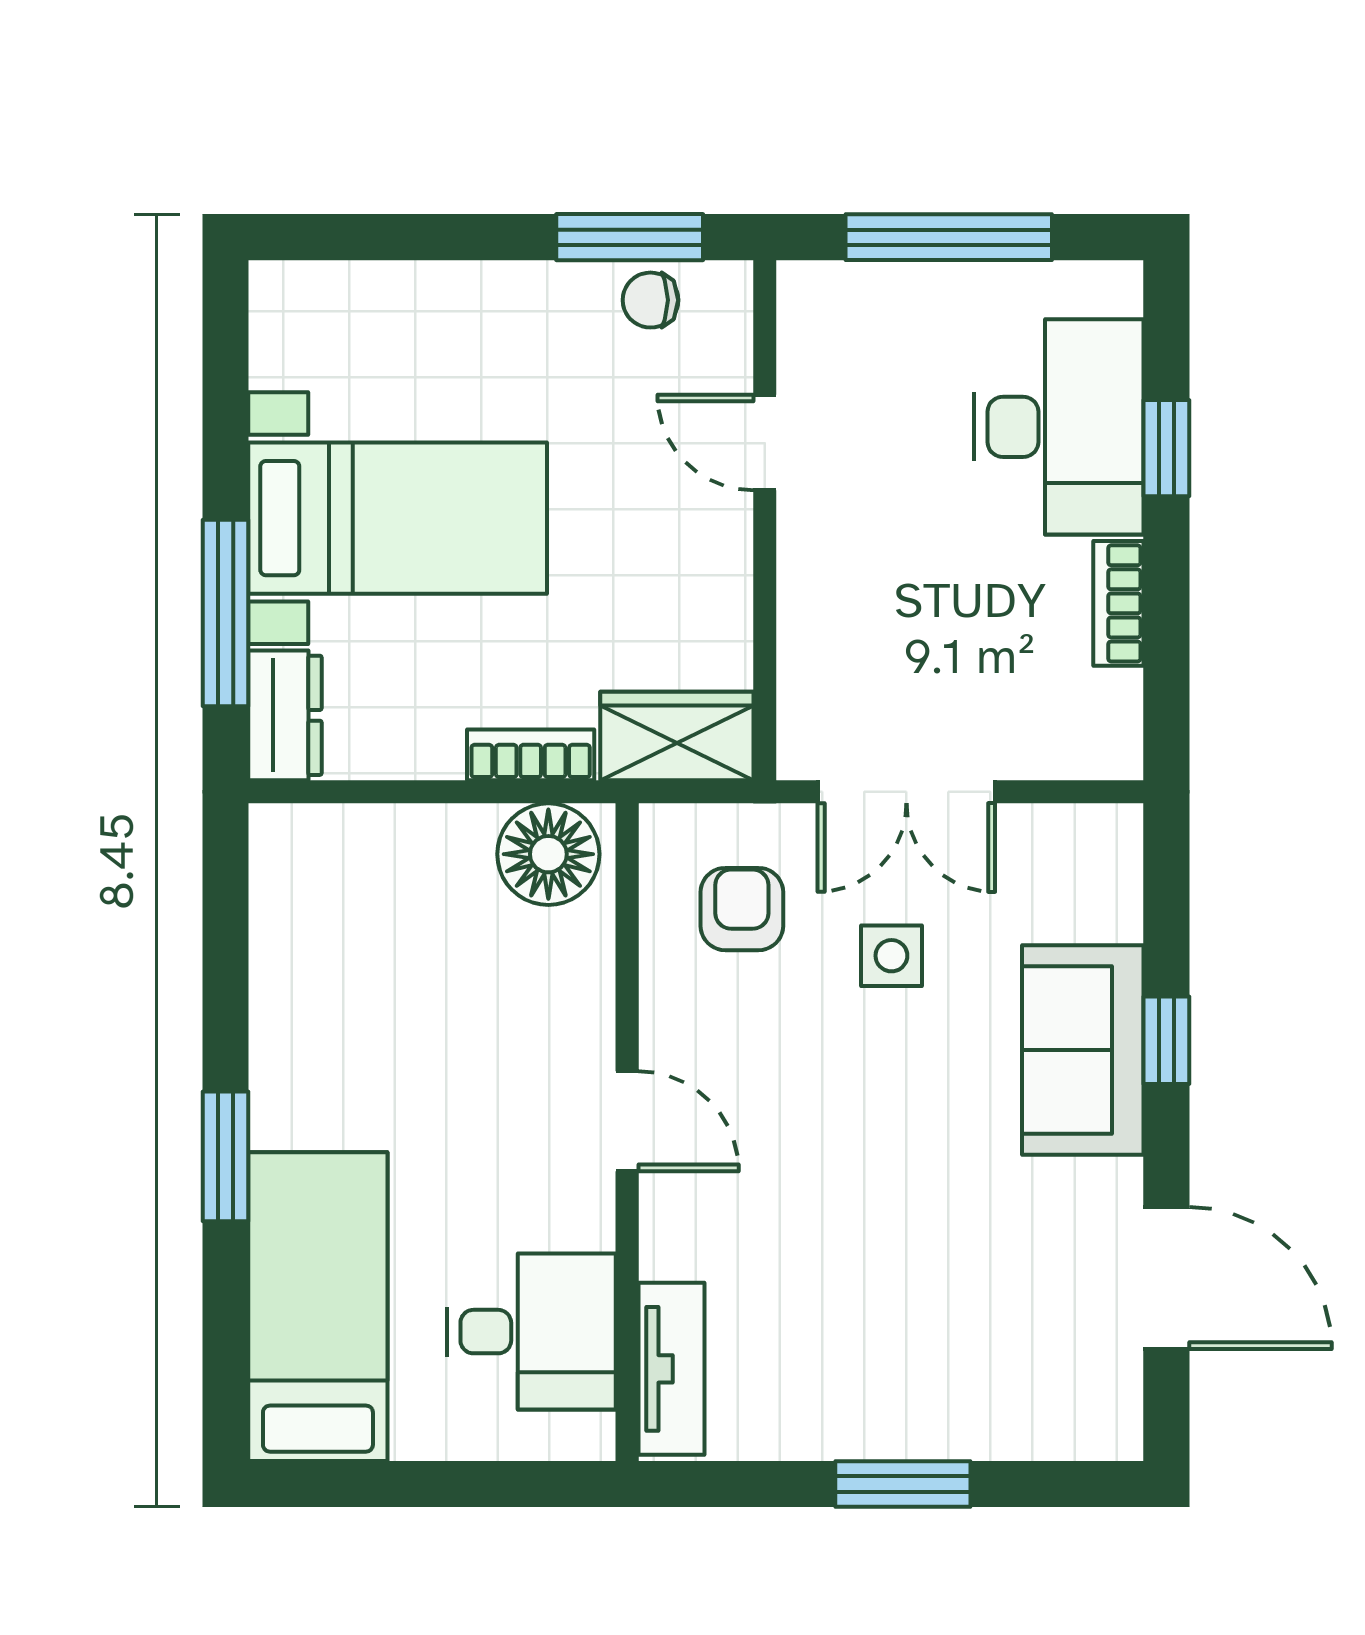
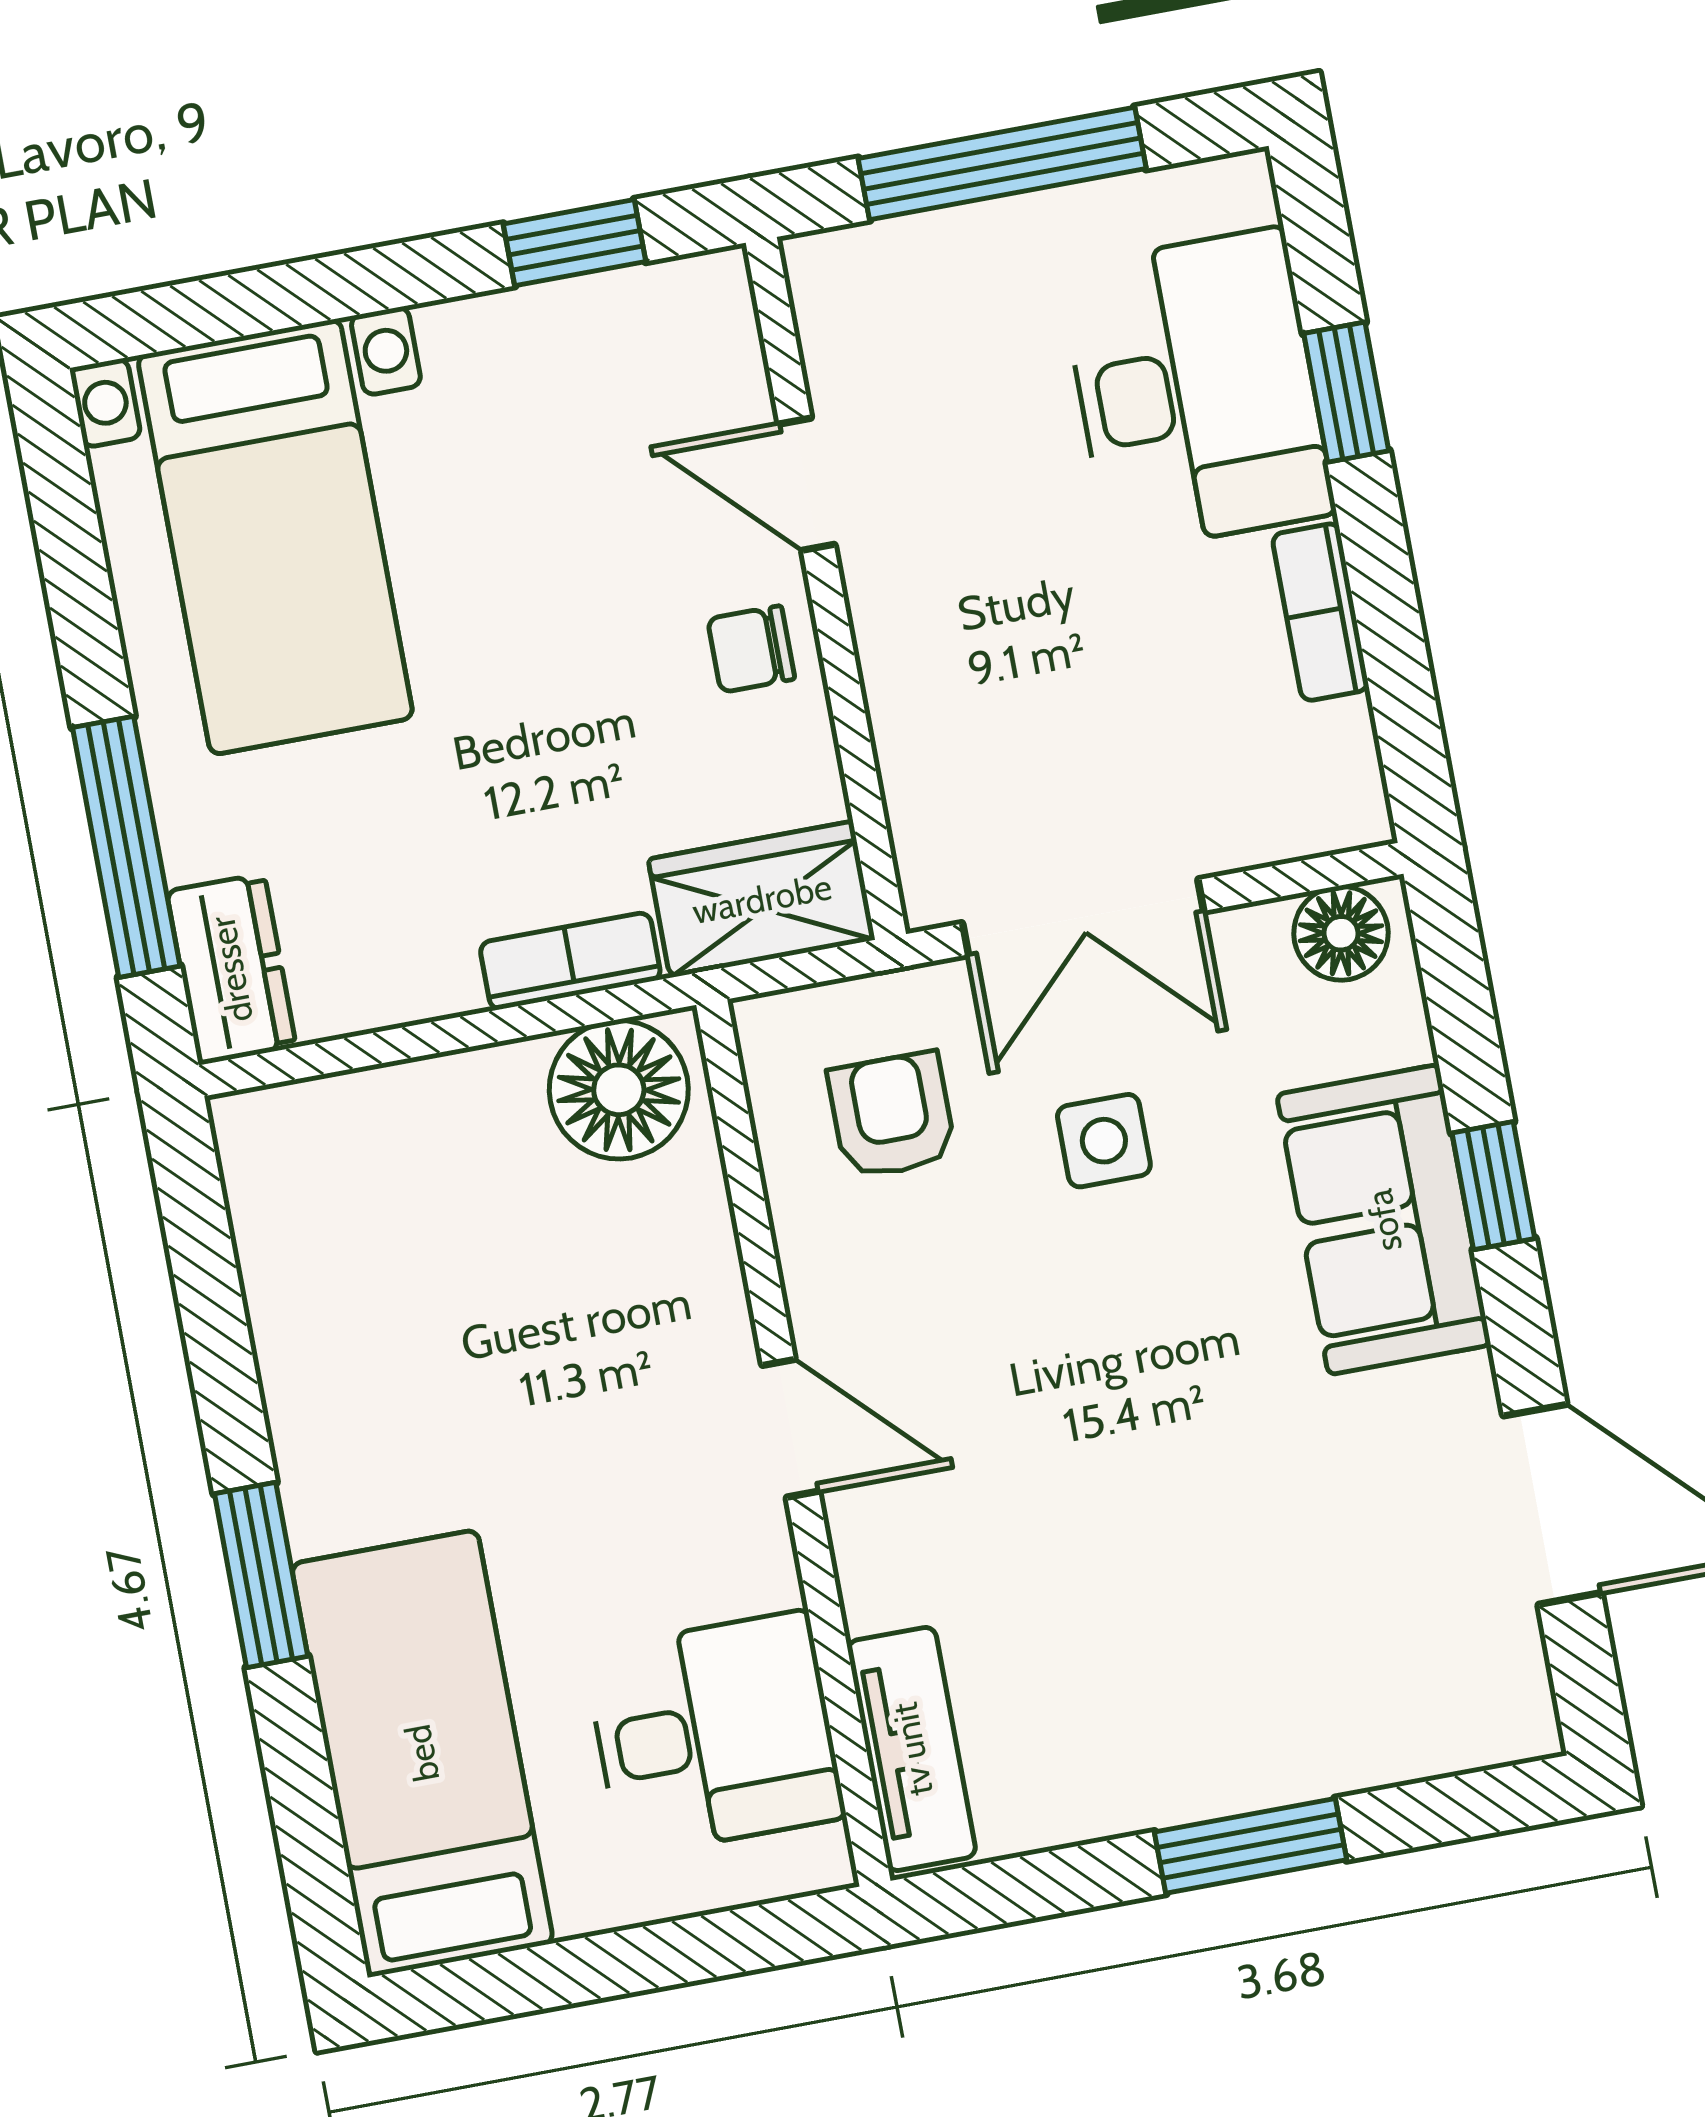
window: (630, 237) -> (574, 243), width x0.67
chair: (650, 300) -> (751, 649), moved
bed with nightstands: (398, 518) -> (275, 537), moved, turned 90
floor lamp: (1090, 838) -> (1341, 933), added

